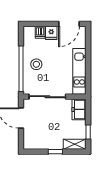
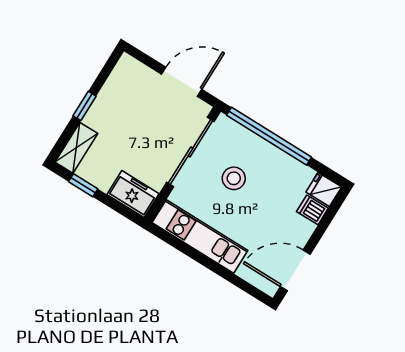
door: (69, 24) -> (295, 270), hinge flipped
fridge: (51, 33) -> (324, 189), moved
stool: (36, 64) -> (234, 178), moved

